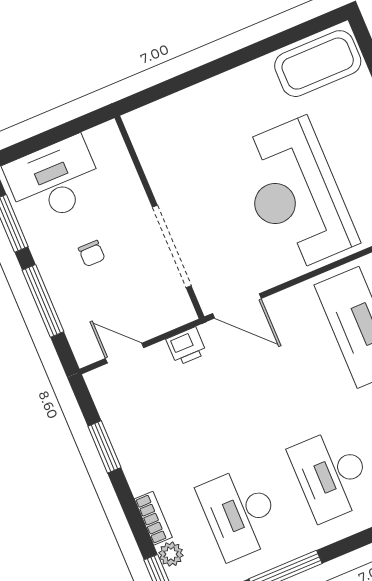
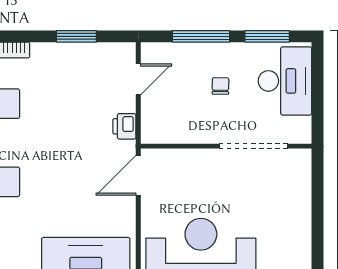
doorway: (172, 247) -> (254, 146), moved
chair: (92, 254) -> (220, 86), turned 91

